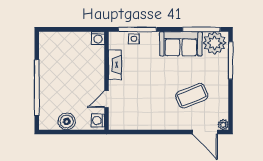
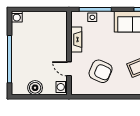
washing machine: (98, 38) -> (17, 17), moved
door: (107, 99) -> (69, 69), hinge flipped
armchair: (144, 102) -> (101, 71), added

